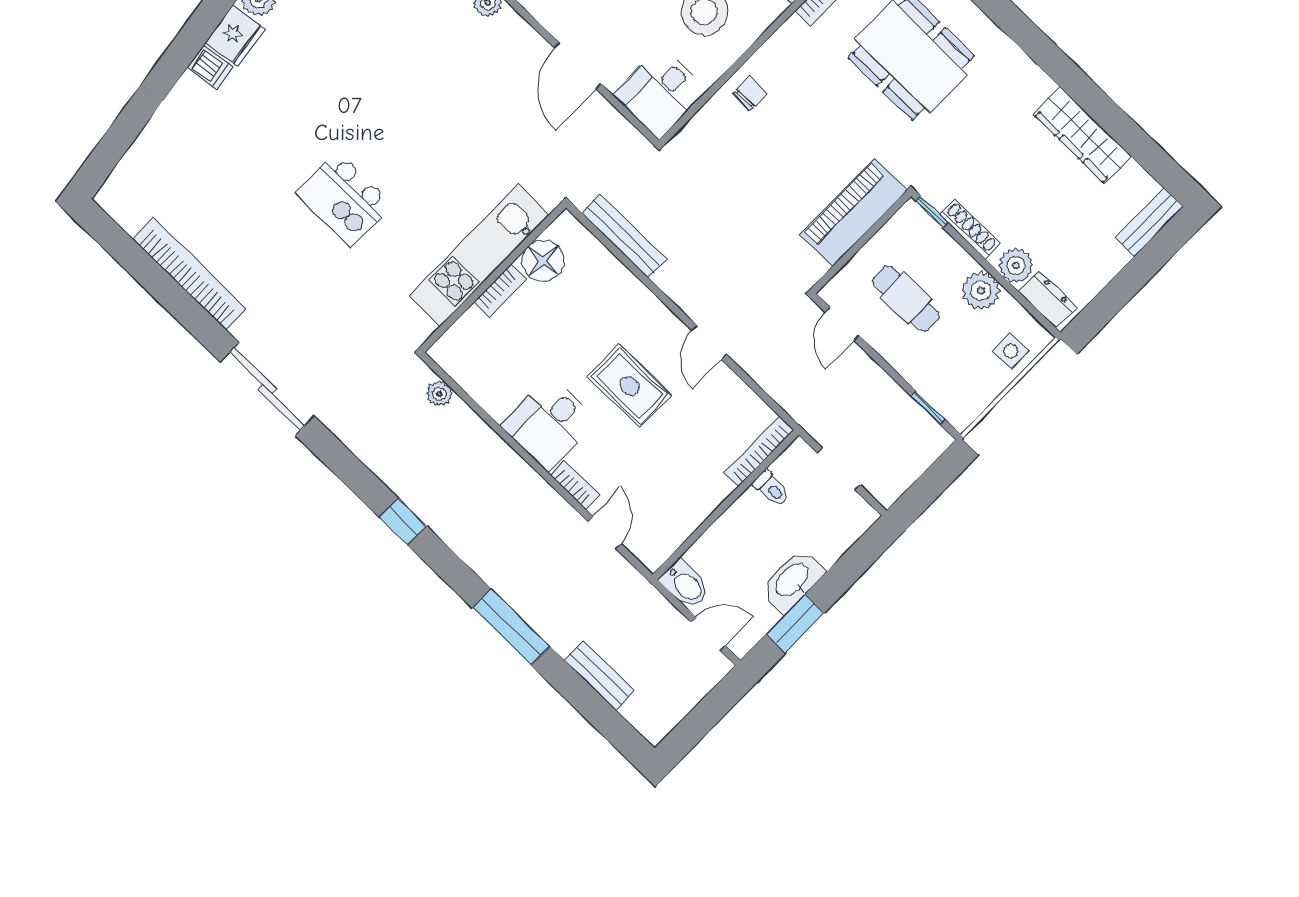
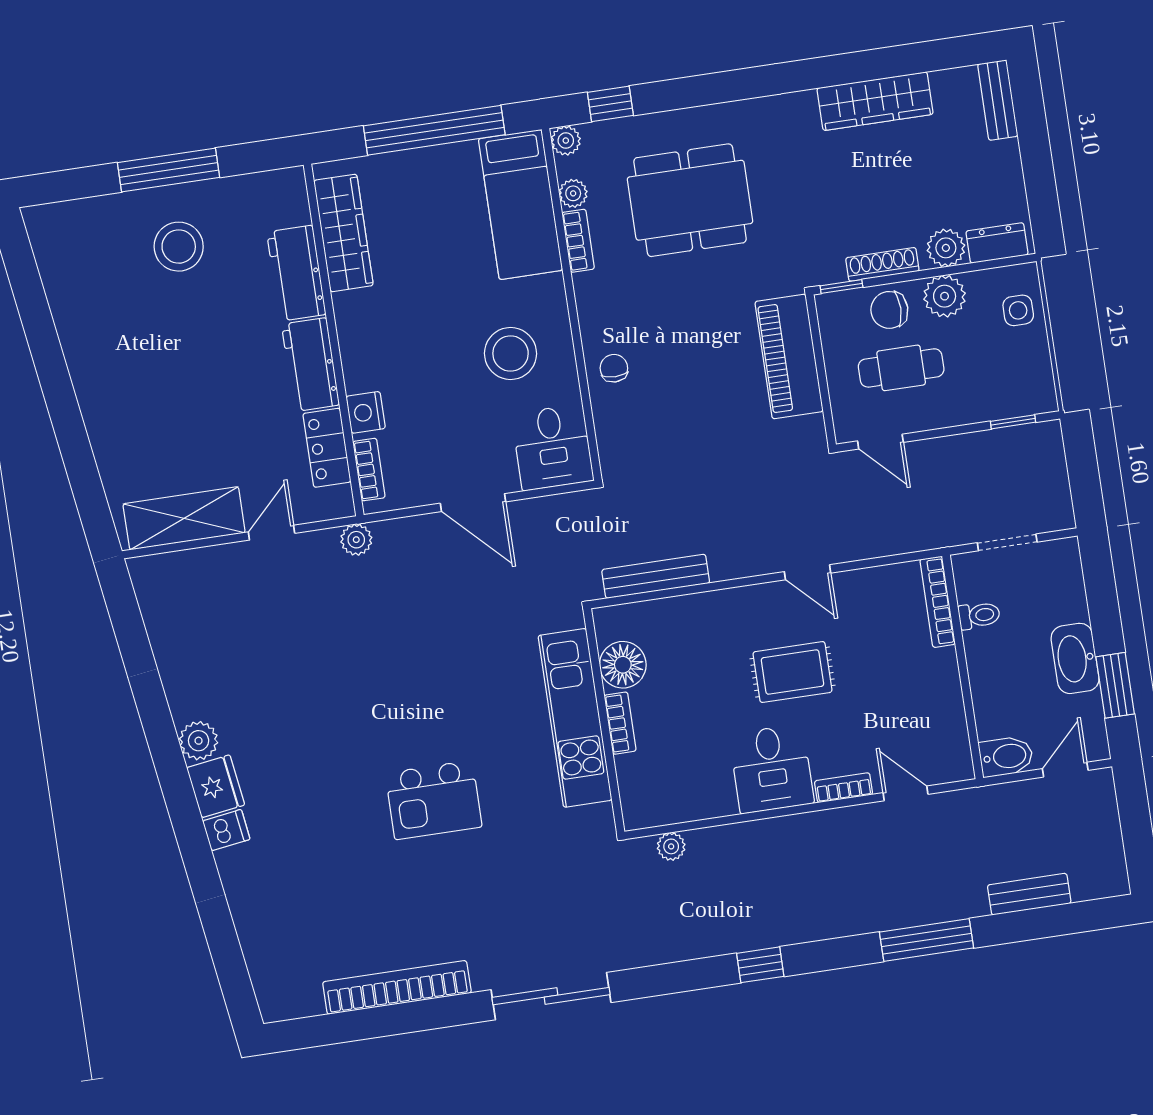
chair: (941, 259) -> (889, 310), added

